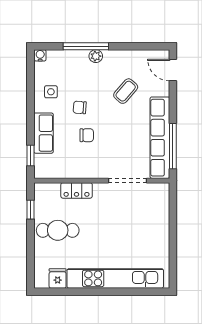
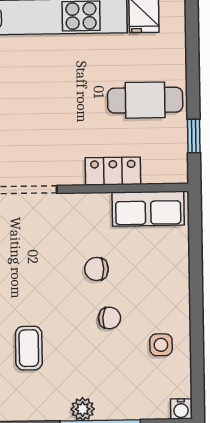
coffee table: (126, 91) -> (29, 348), turned -41
row of seats: (44, 133) -> (148, 209), moved, turned -90
window: (31, 155) -> (195, 232), removed

